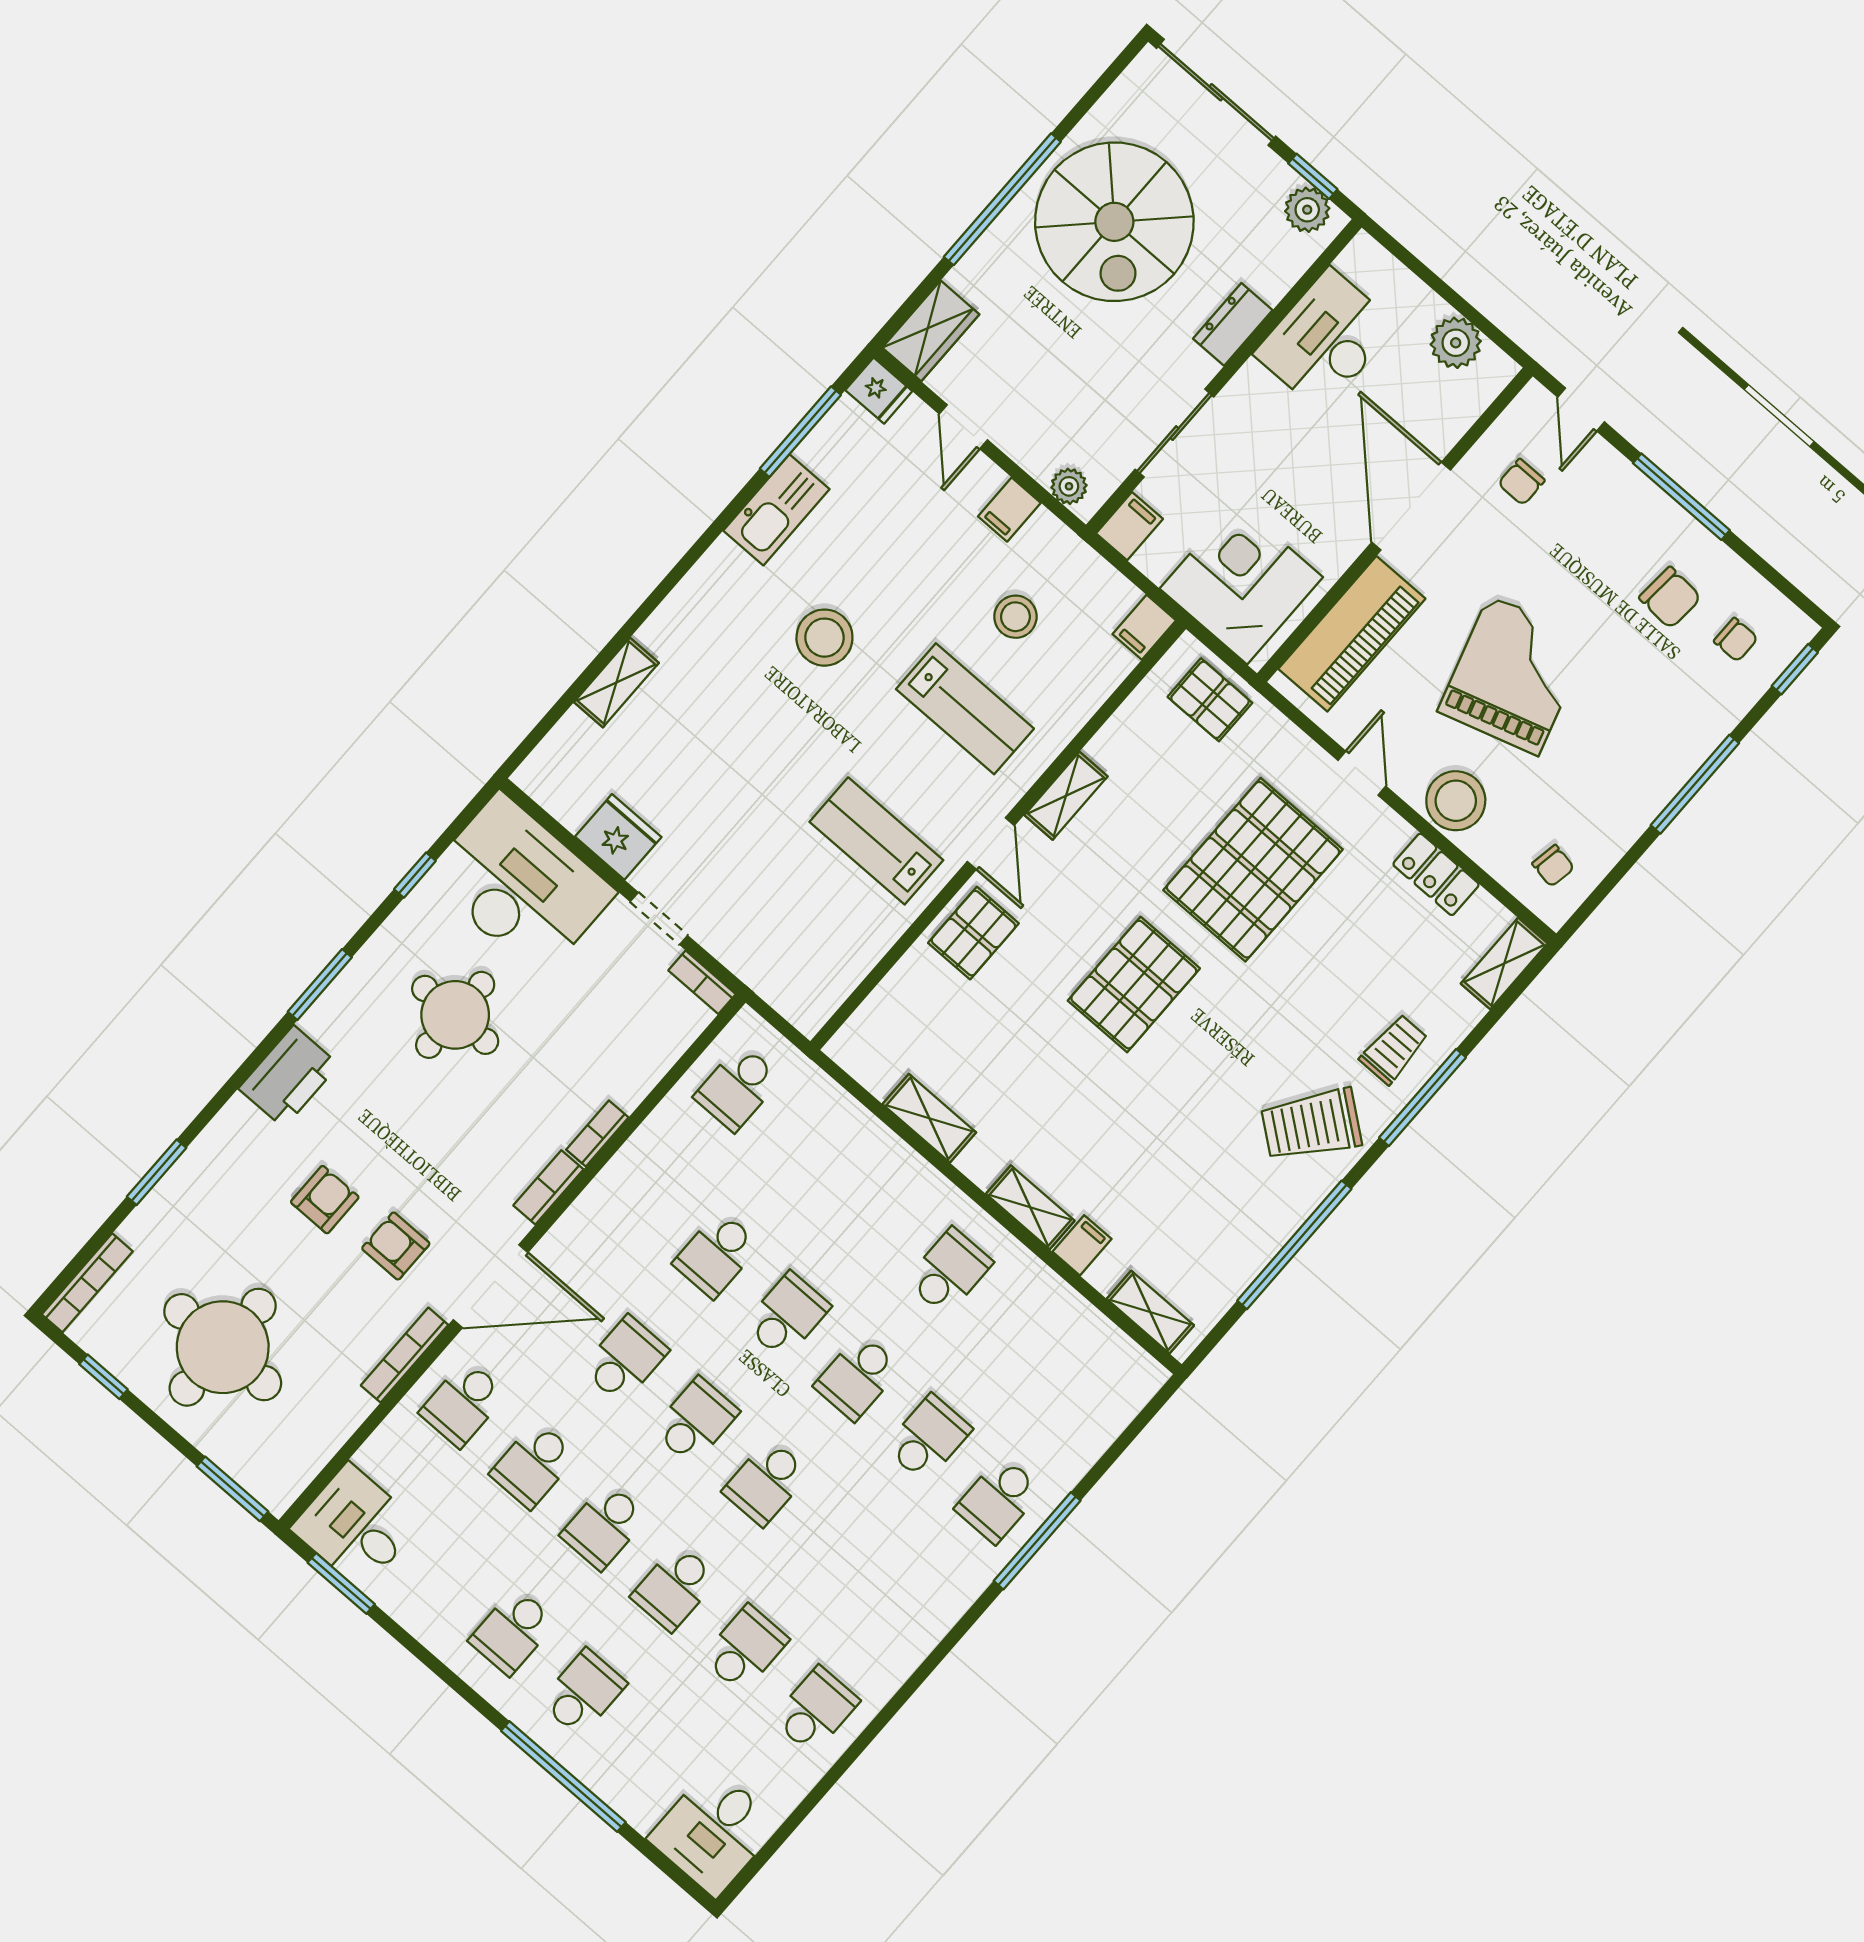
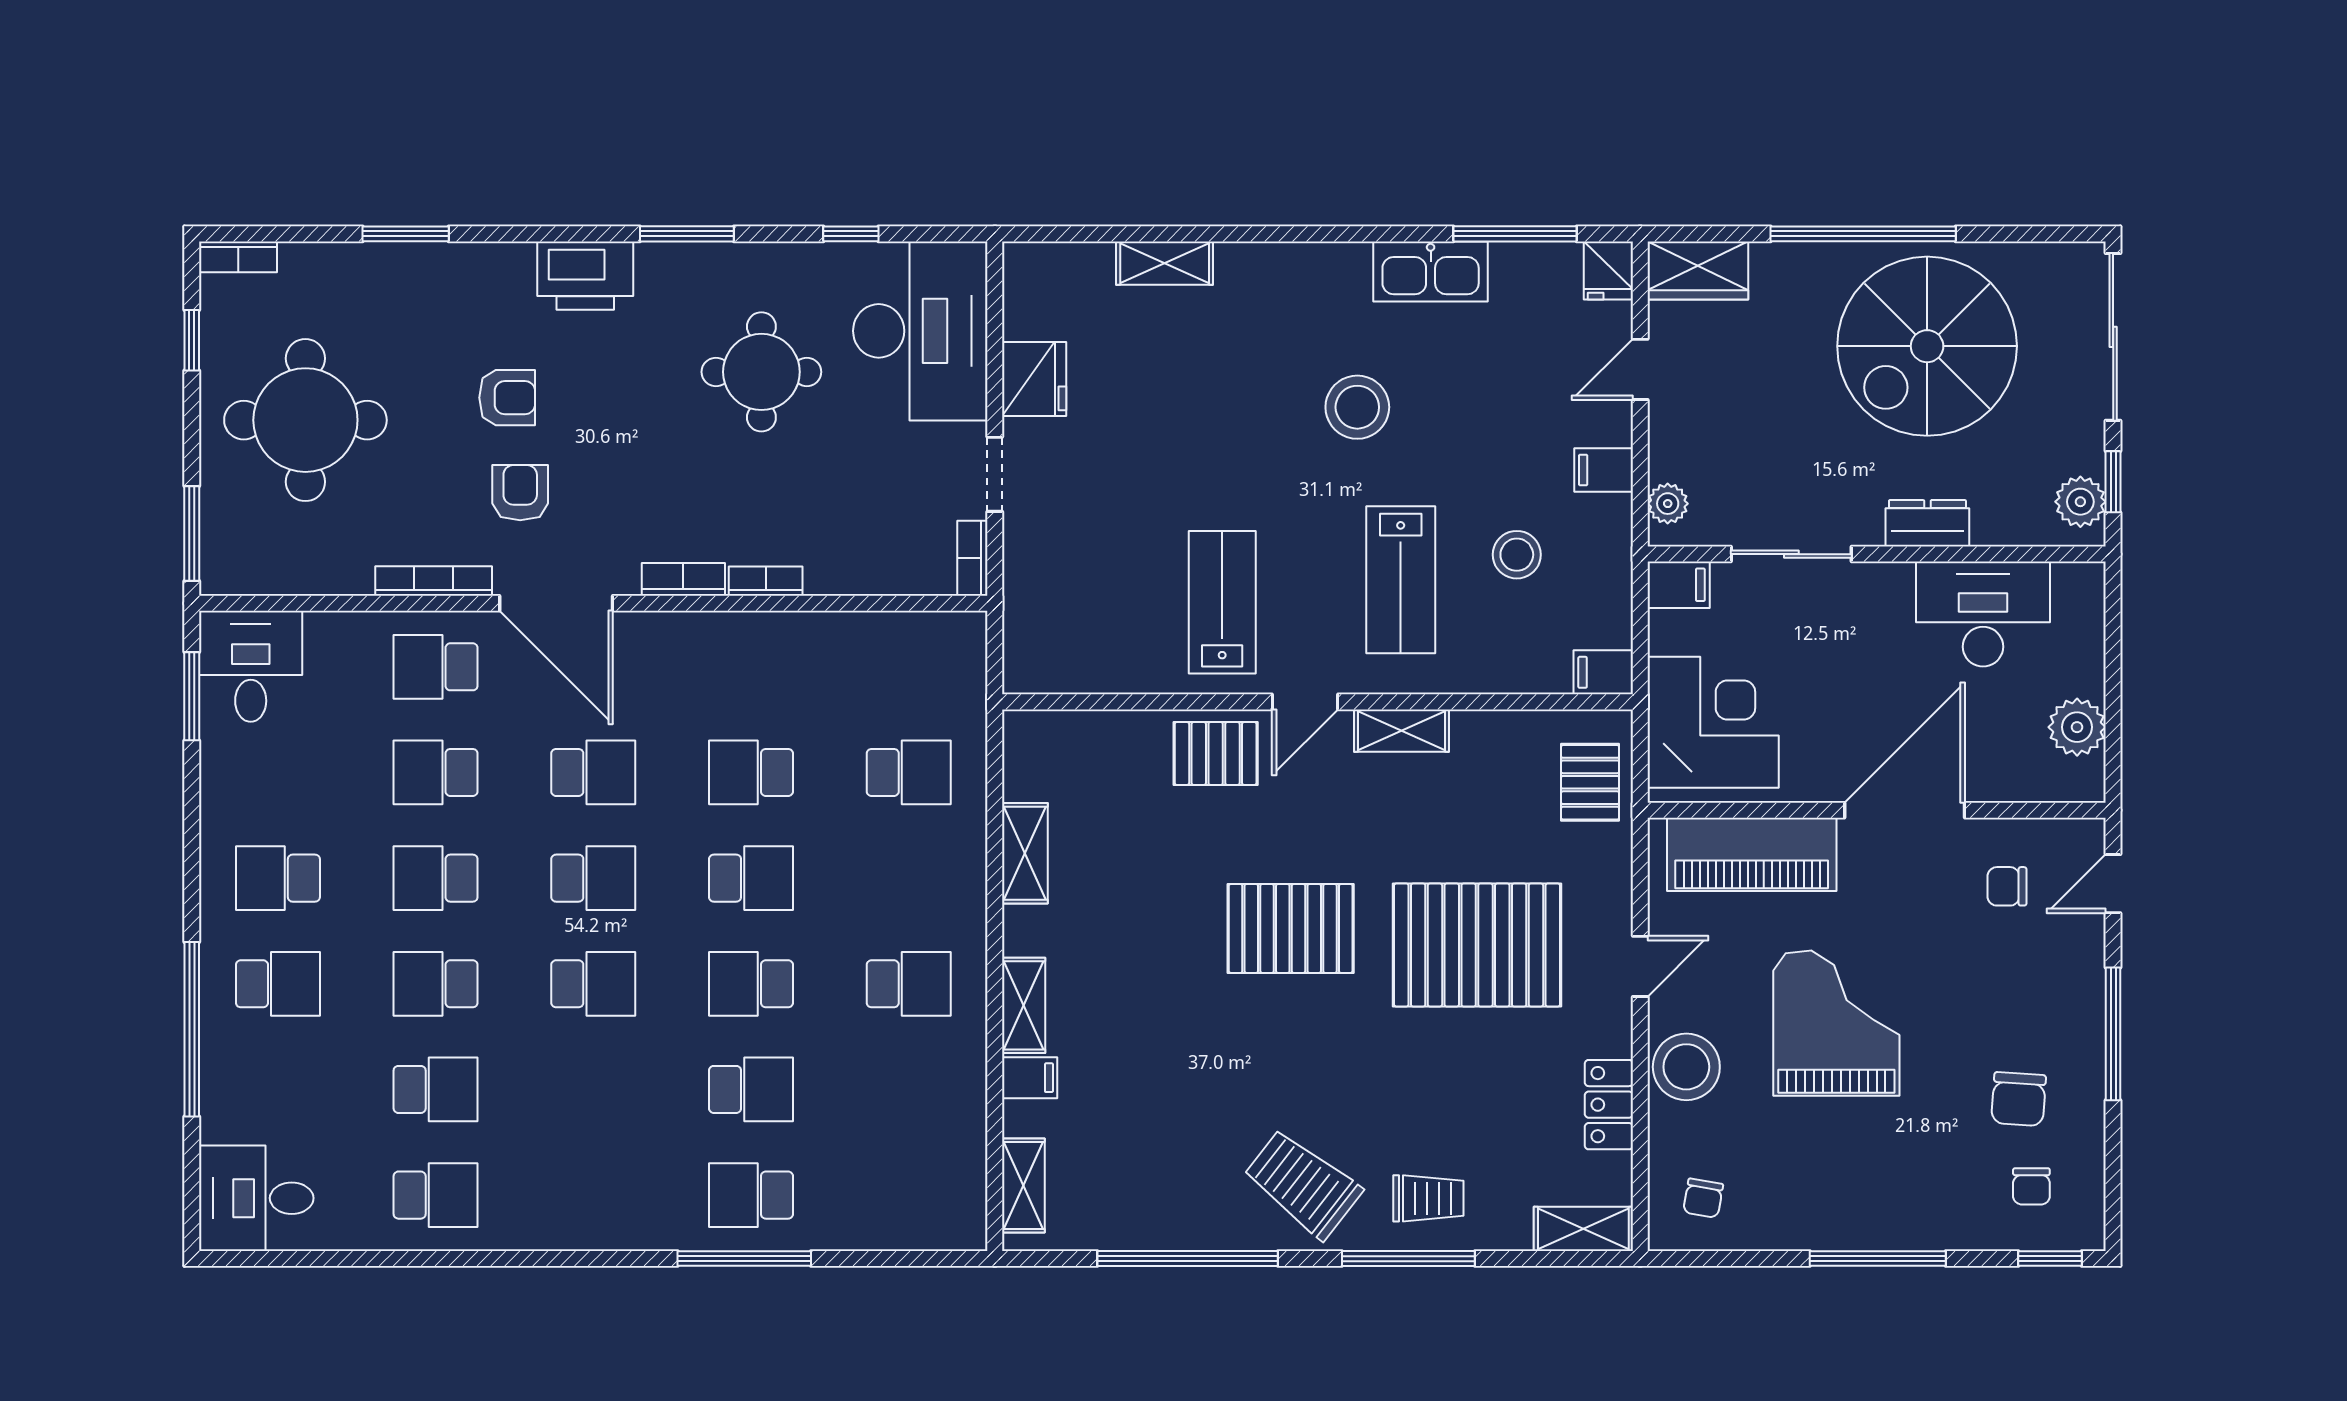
grand piano: (1514, 675) -> (1836, 1023), turned -73
school desk: (737, 1088) -> (909, 772), moved, turned 180
bookcase: (87, 1283) -> (238, 257), width x0.64
school desk: (766, 1482) -> (593, 984), turned 180

